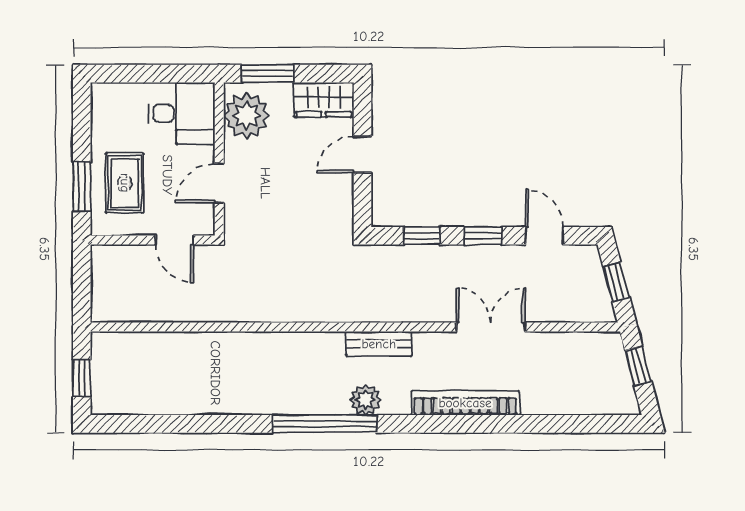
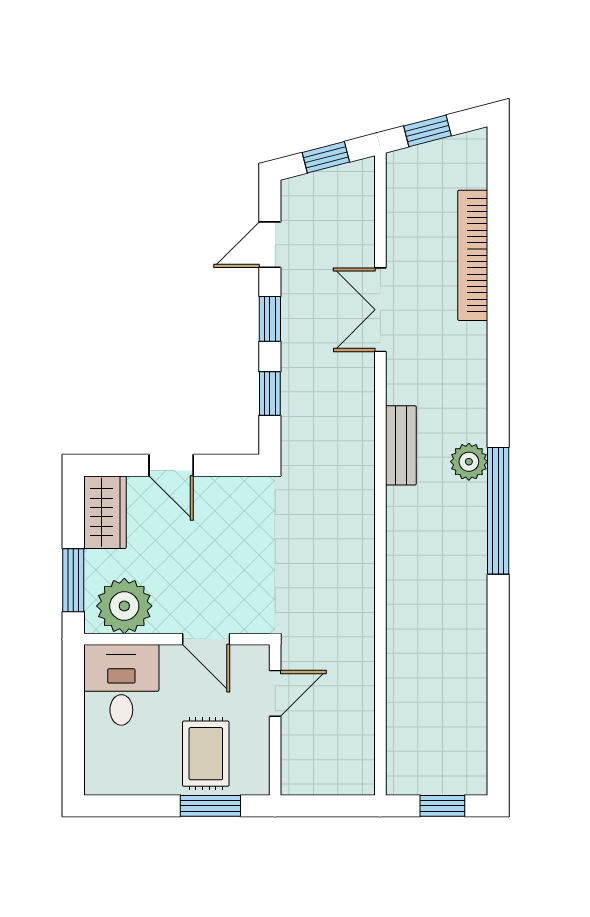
rug: (125, 183) -> (206, 754), turned 90
bookcase: (465, 403) -> (473, 255), moved

